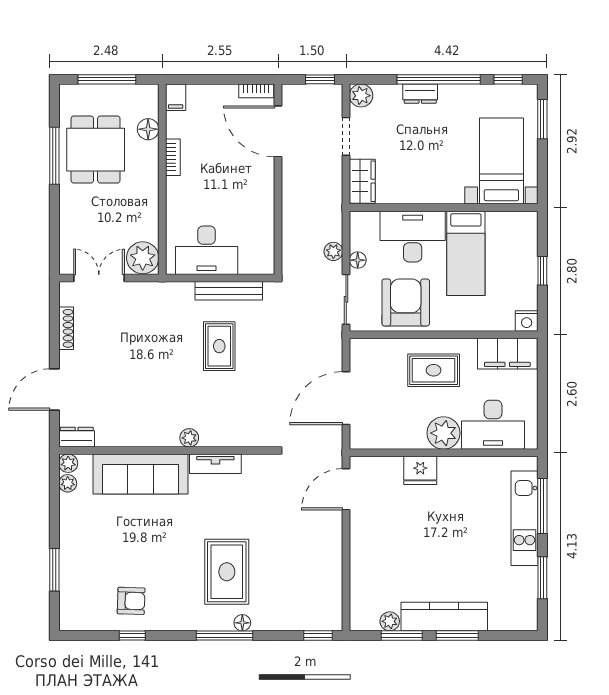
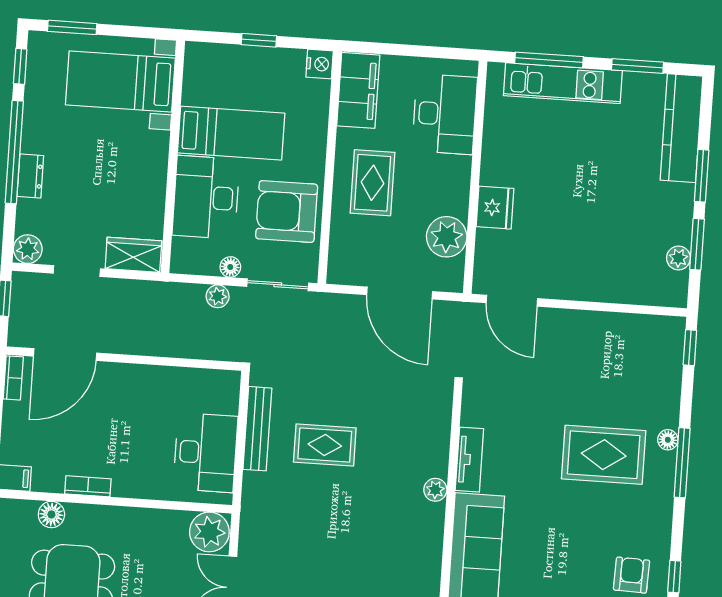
plant: (444, 433) -> (447, 237), moved
kitchen counter: (444, 617) -> (681, 128), moved

